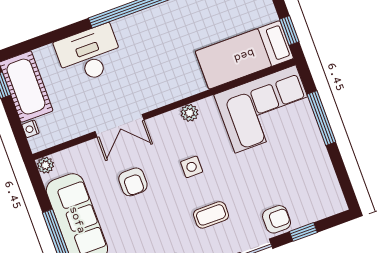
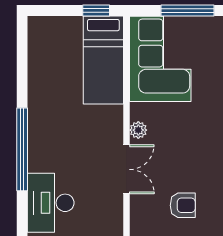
double door: (119, 126) -> (126, 169), moved
side table: (192, 167) -> (189, 146), removed

